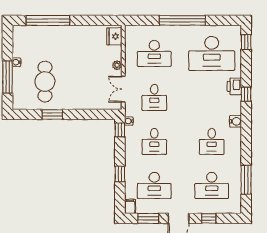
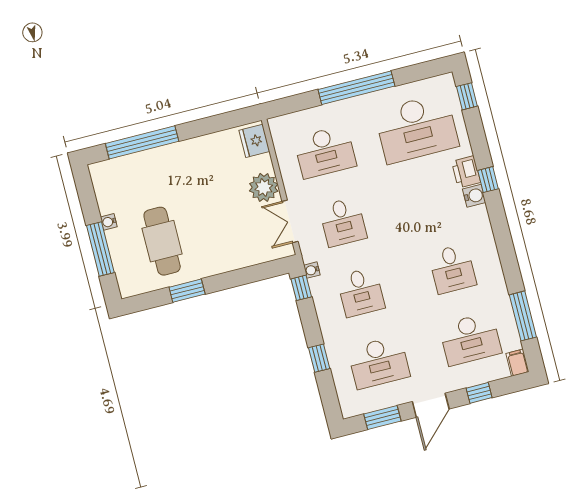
plant: (117, 65) -> (264, 187), width x1.88, depth x1.88
water cooler: (235, 121) -> (474, 196), moved
filing cabinet: (130, 206) -> (517, 363), moved

